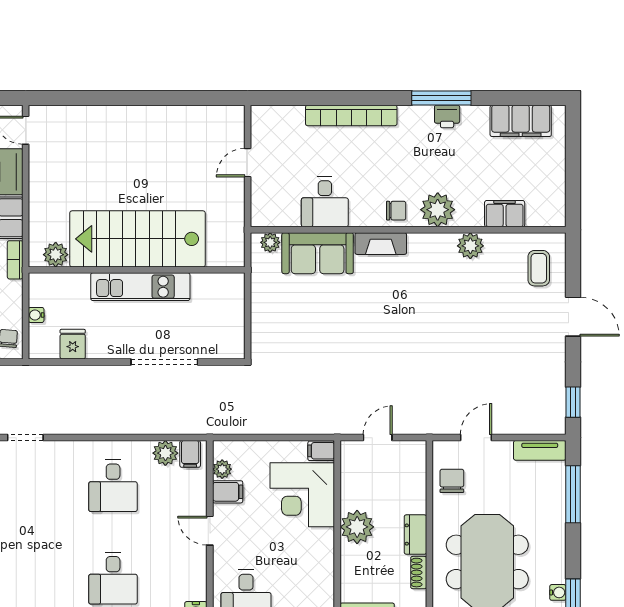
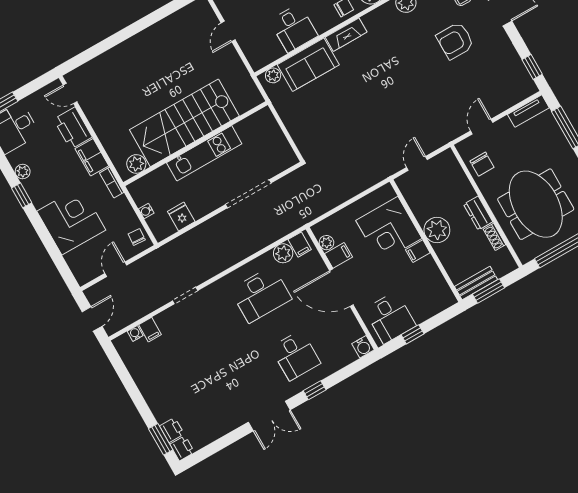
armchair: (502, 322) -> (455, 41), added
filing cabinet: (321, 451) -> (418, 251), moved
chair: (452, 481) -> (482, 164), turned 180
desk: (113, 486) -> (261, 294), width x1.37
door: (210, 531) -> (341, 288), width x1.87

